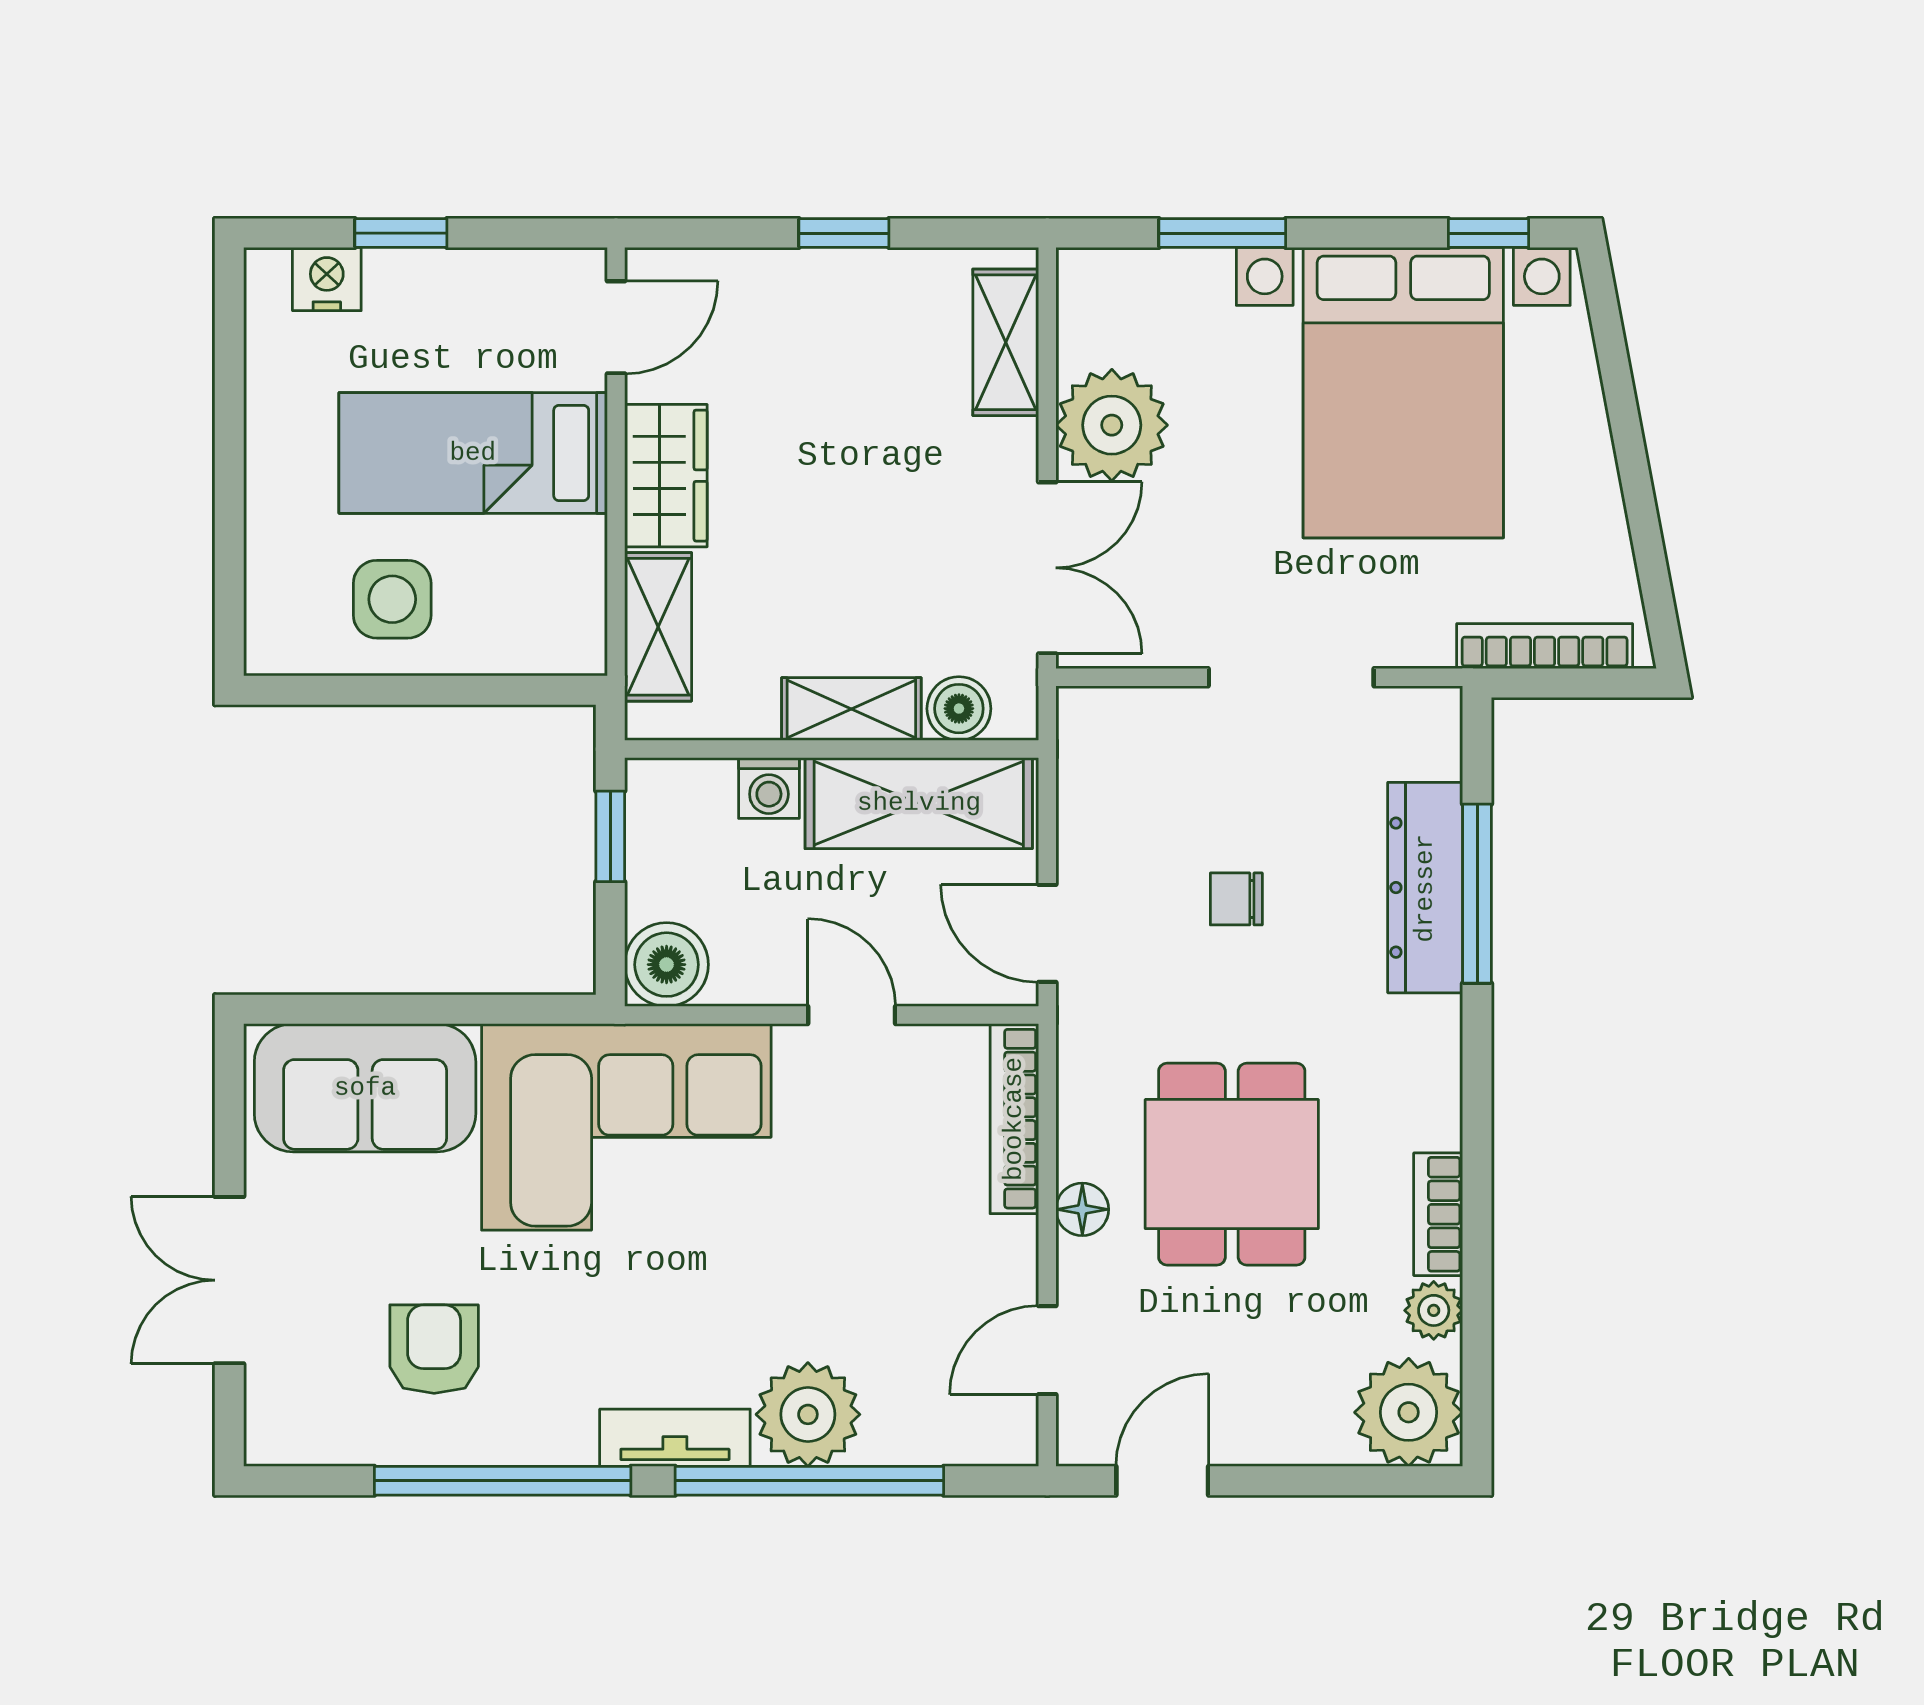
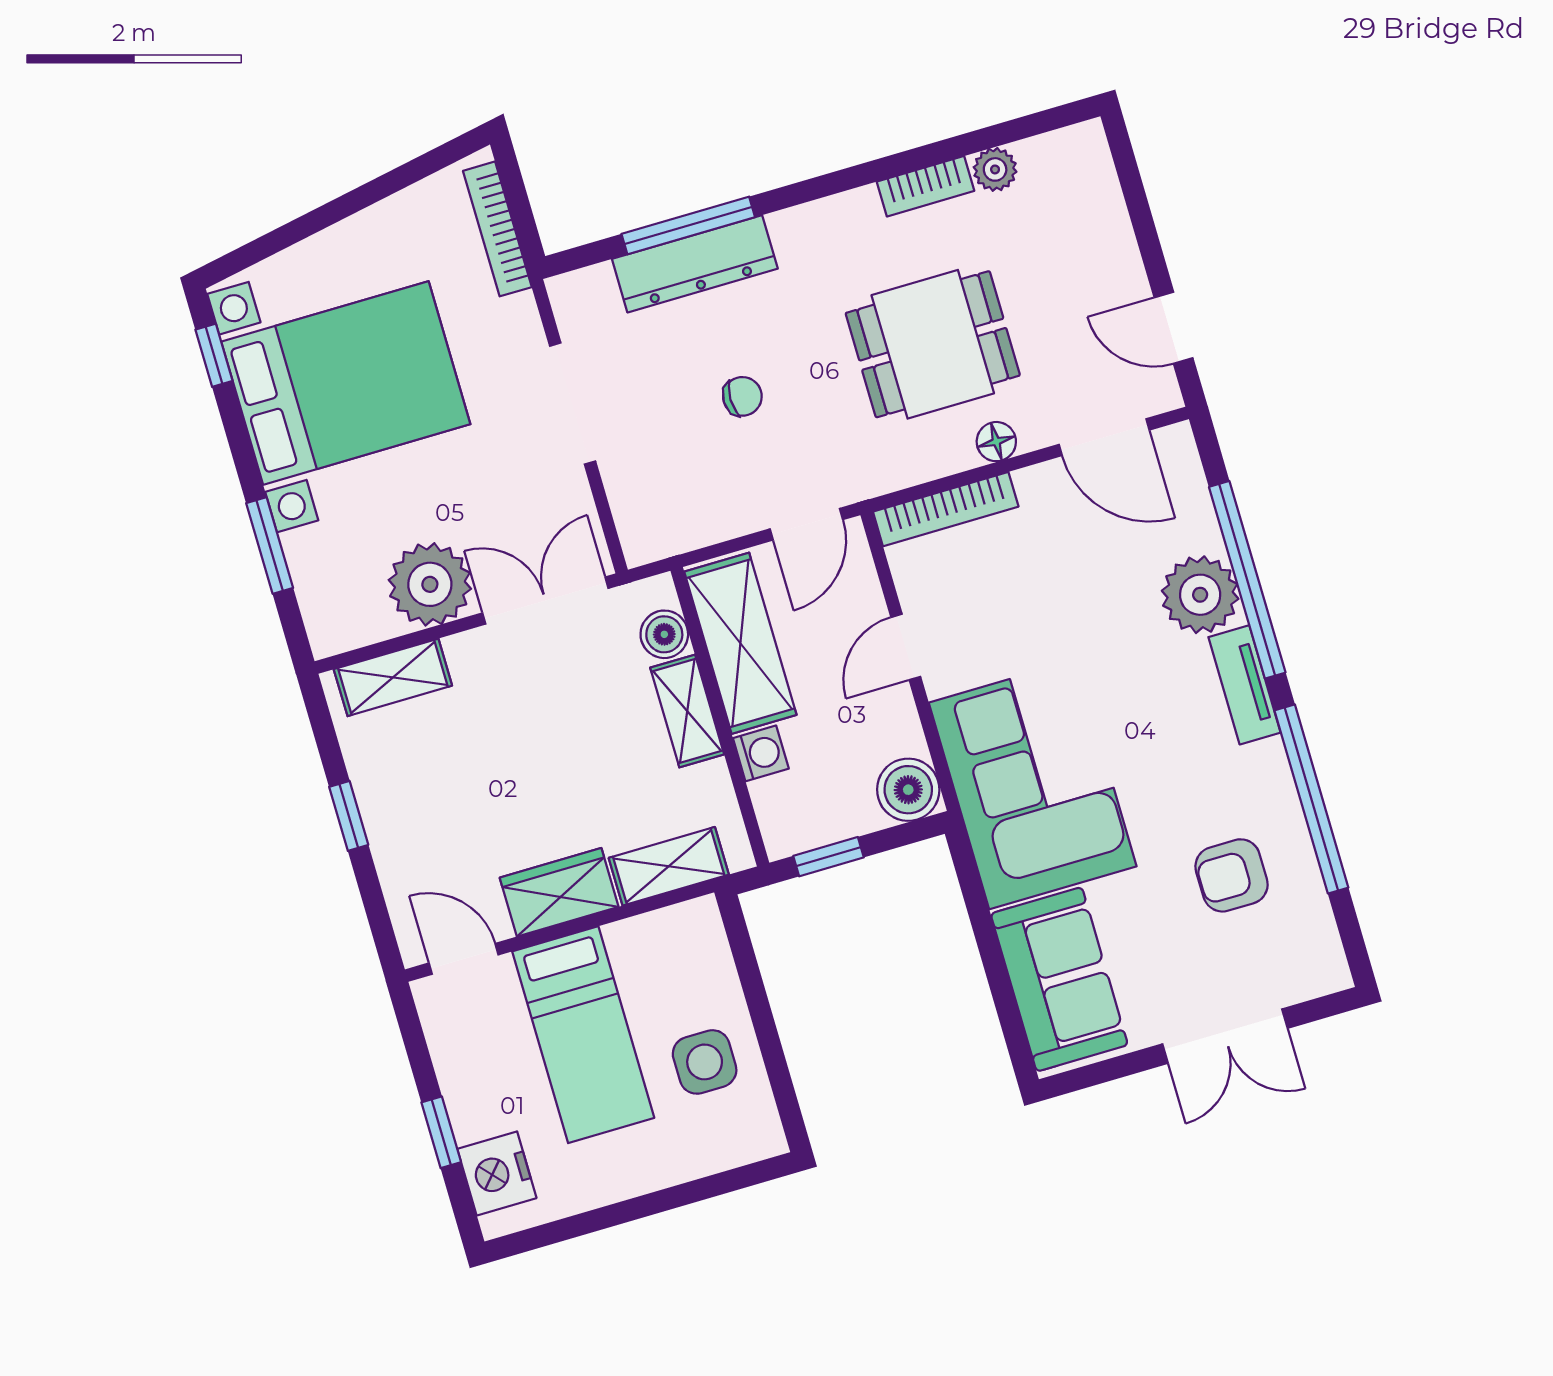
nightstand: (327, 279) -> (497, 1173), width x1.36, depth x1.33
chair: (1236, 899) -> (742, 396), turned -90
door: (1047, 1350) -> (1104, 437), width x1.38
plant: (1409, 1412) -> (1073, 166), removed

